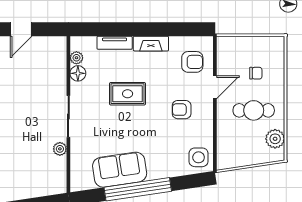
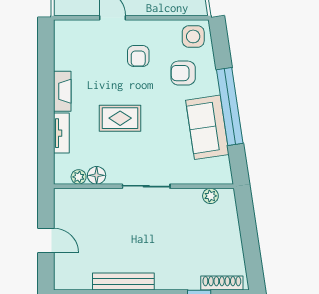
armchair: (192, 62) -> (183, 73), moved, turned -90
rug: (128, 94) -> (120, 118), turned 90
plant: (60, 149) -> (210, 196), moved

